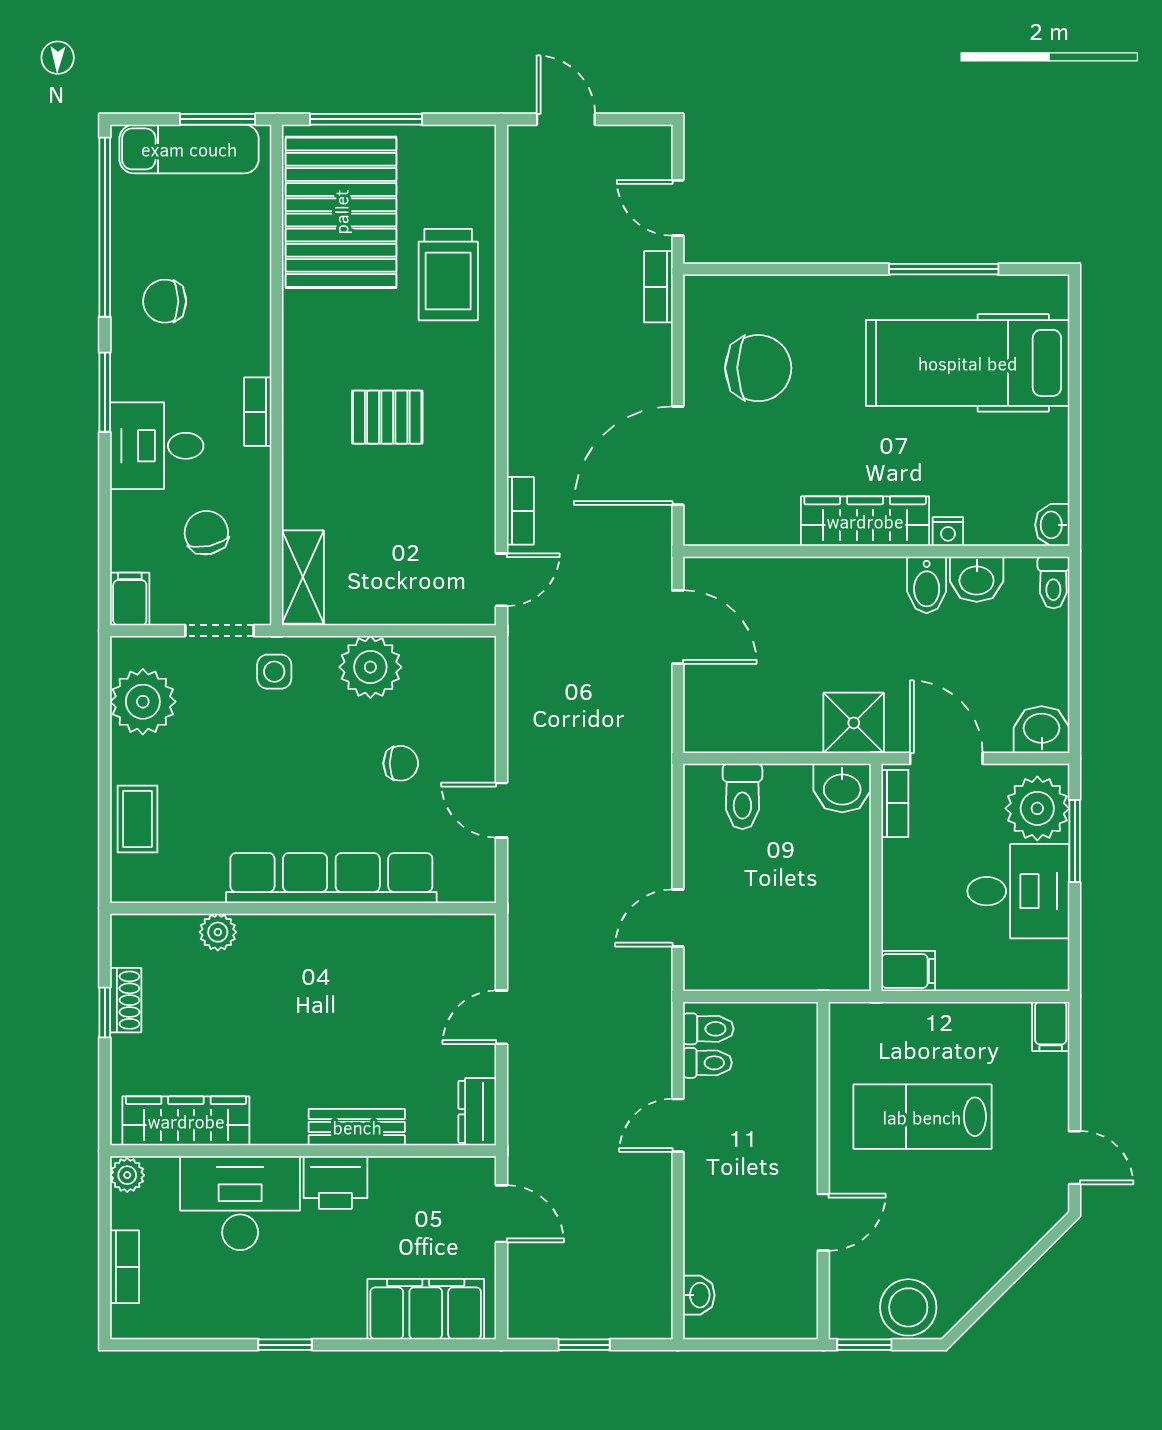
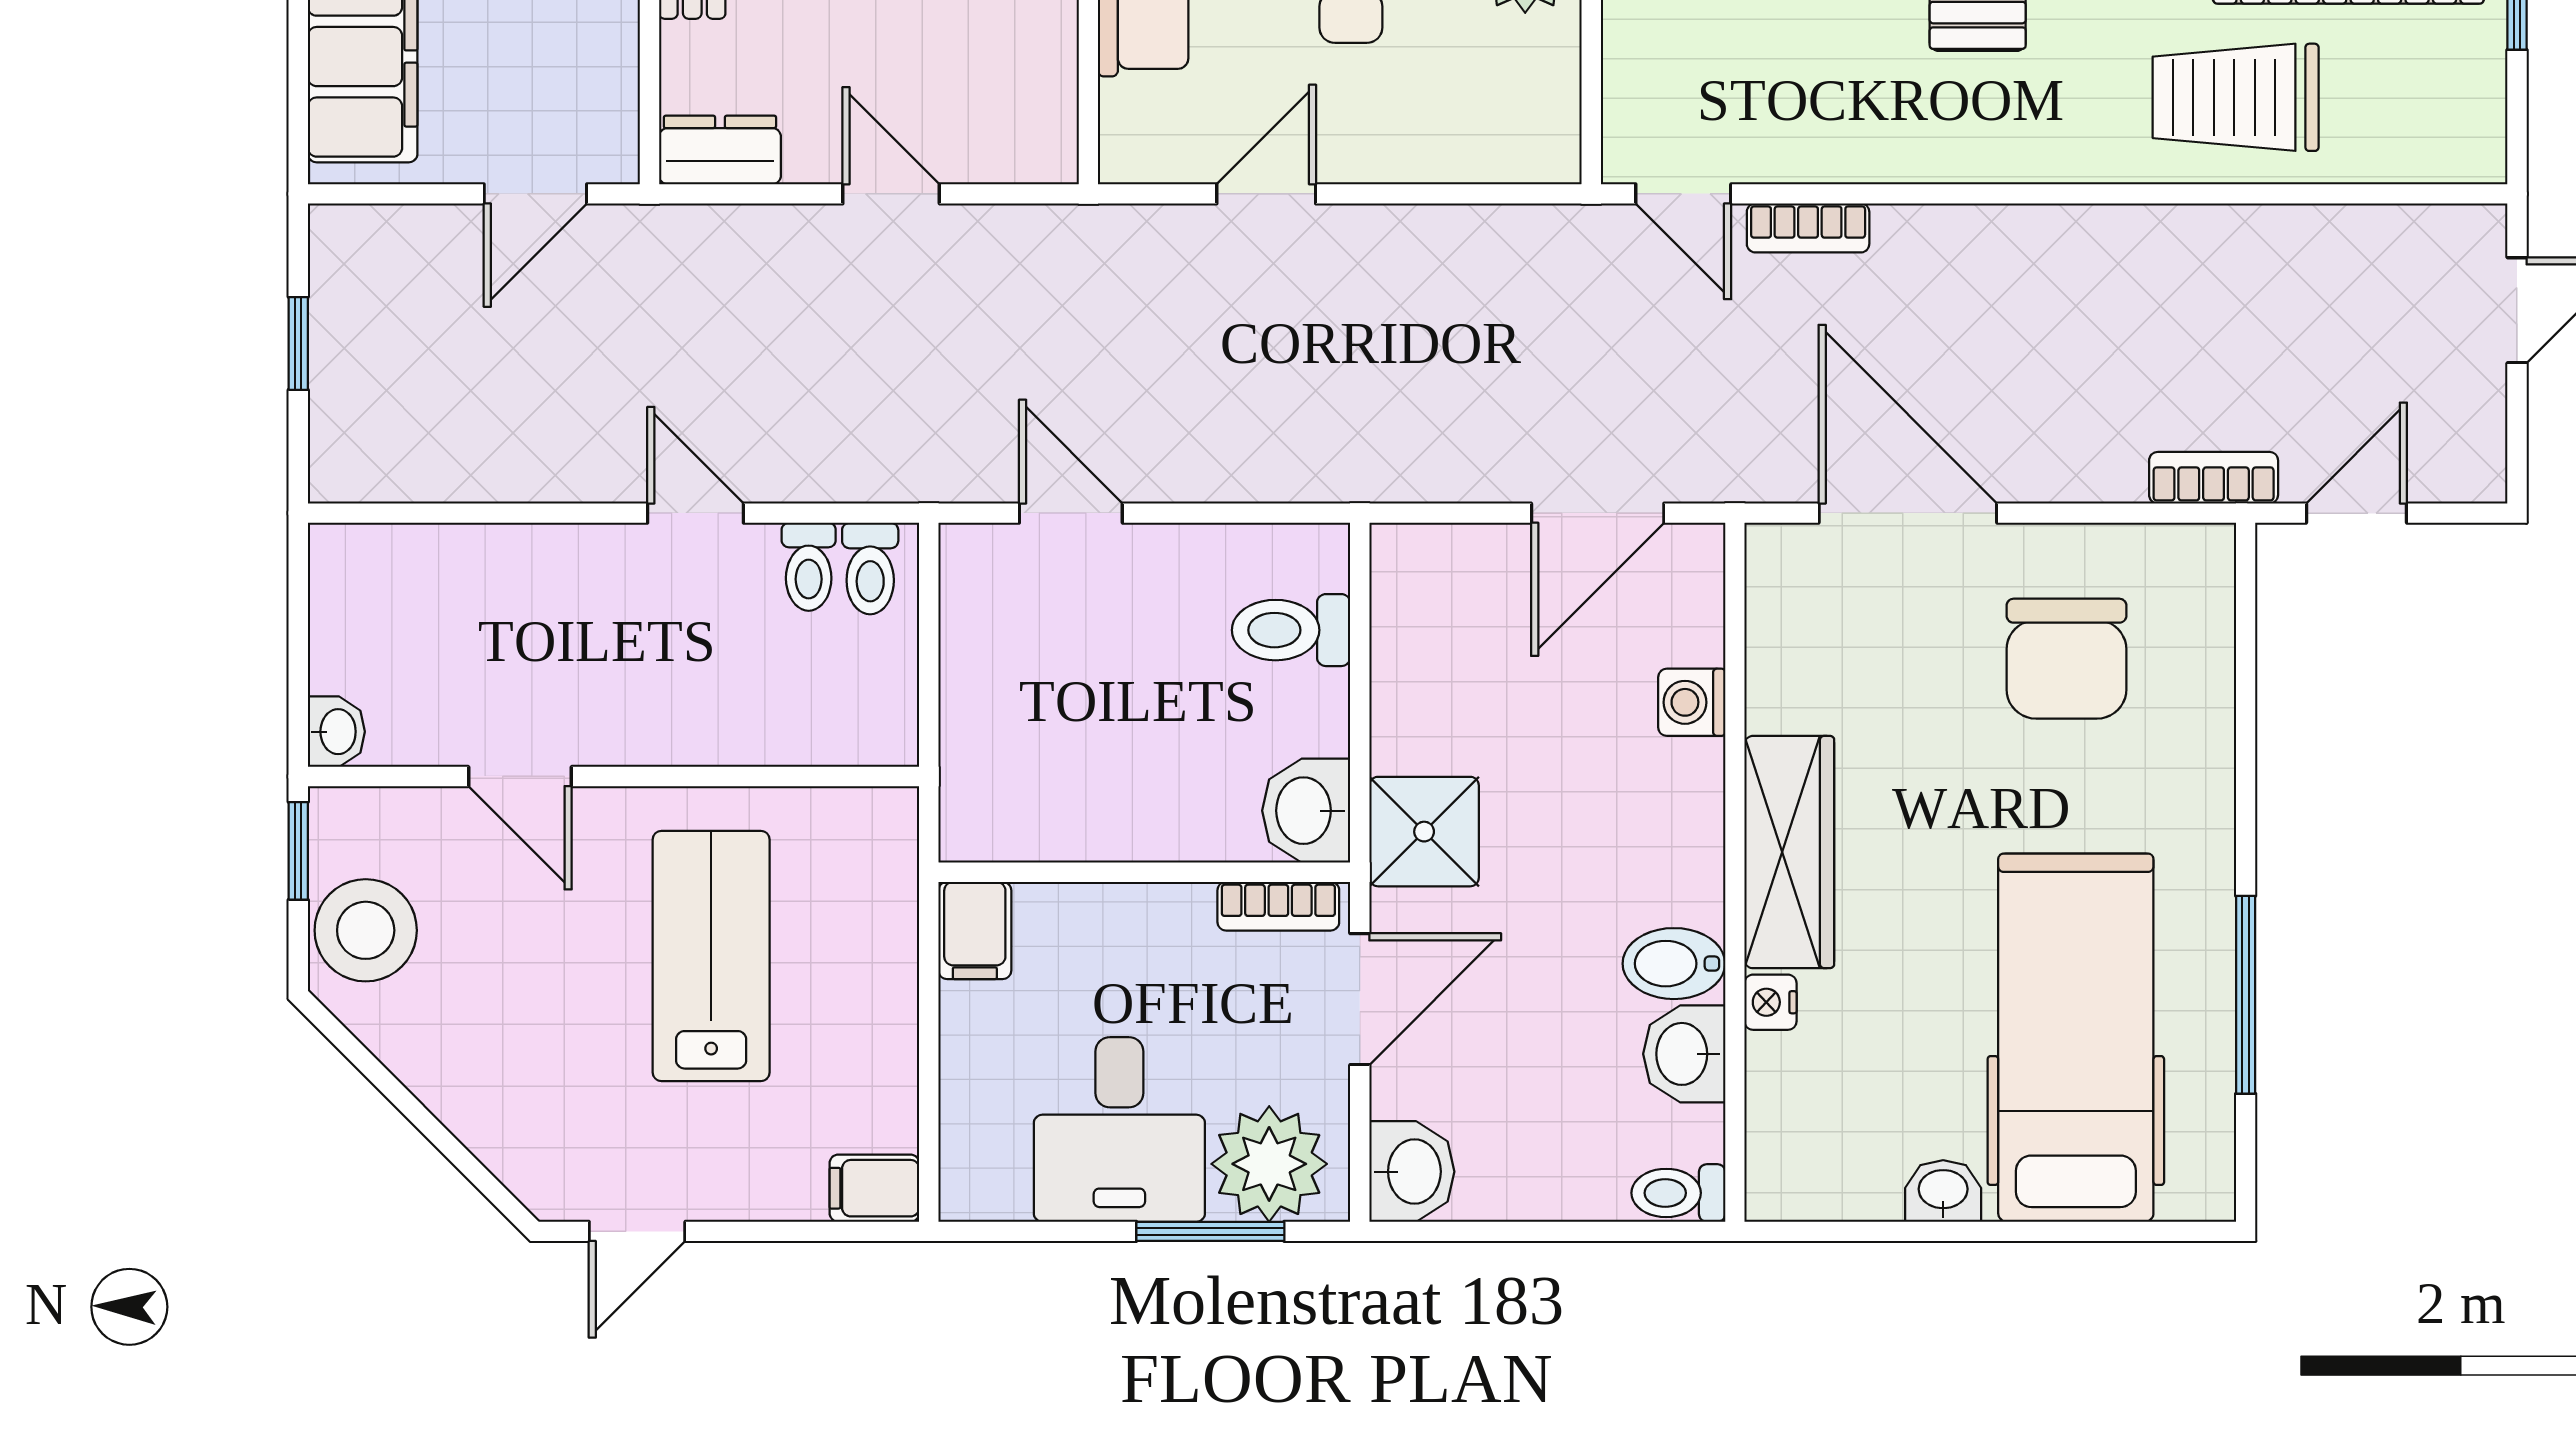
washbasin: (1052, 525) -> (1943, 1191), moved
washing machine: (782, 575) -> (1692, 702), added
washbasin: (699, 1295) -> (336, 732), moved, turned -90

